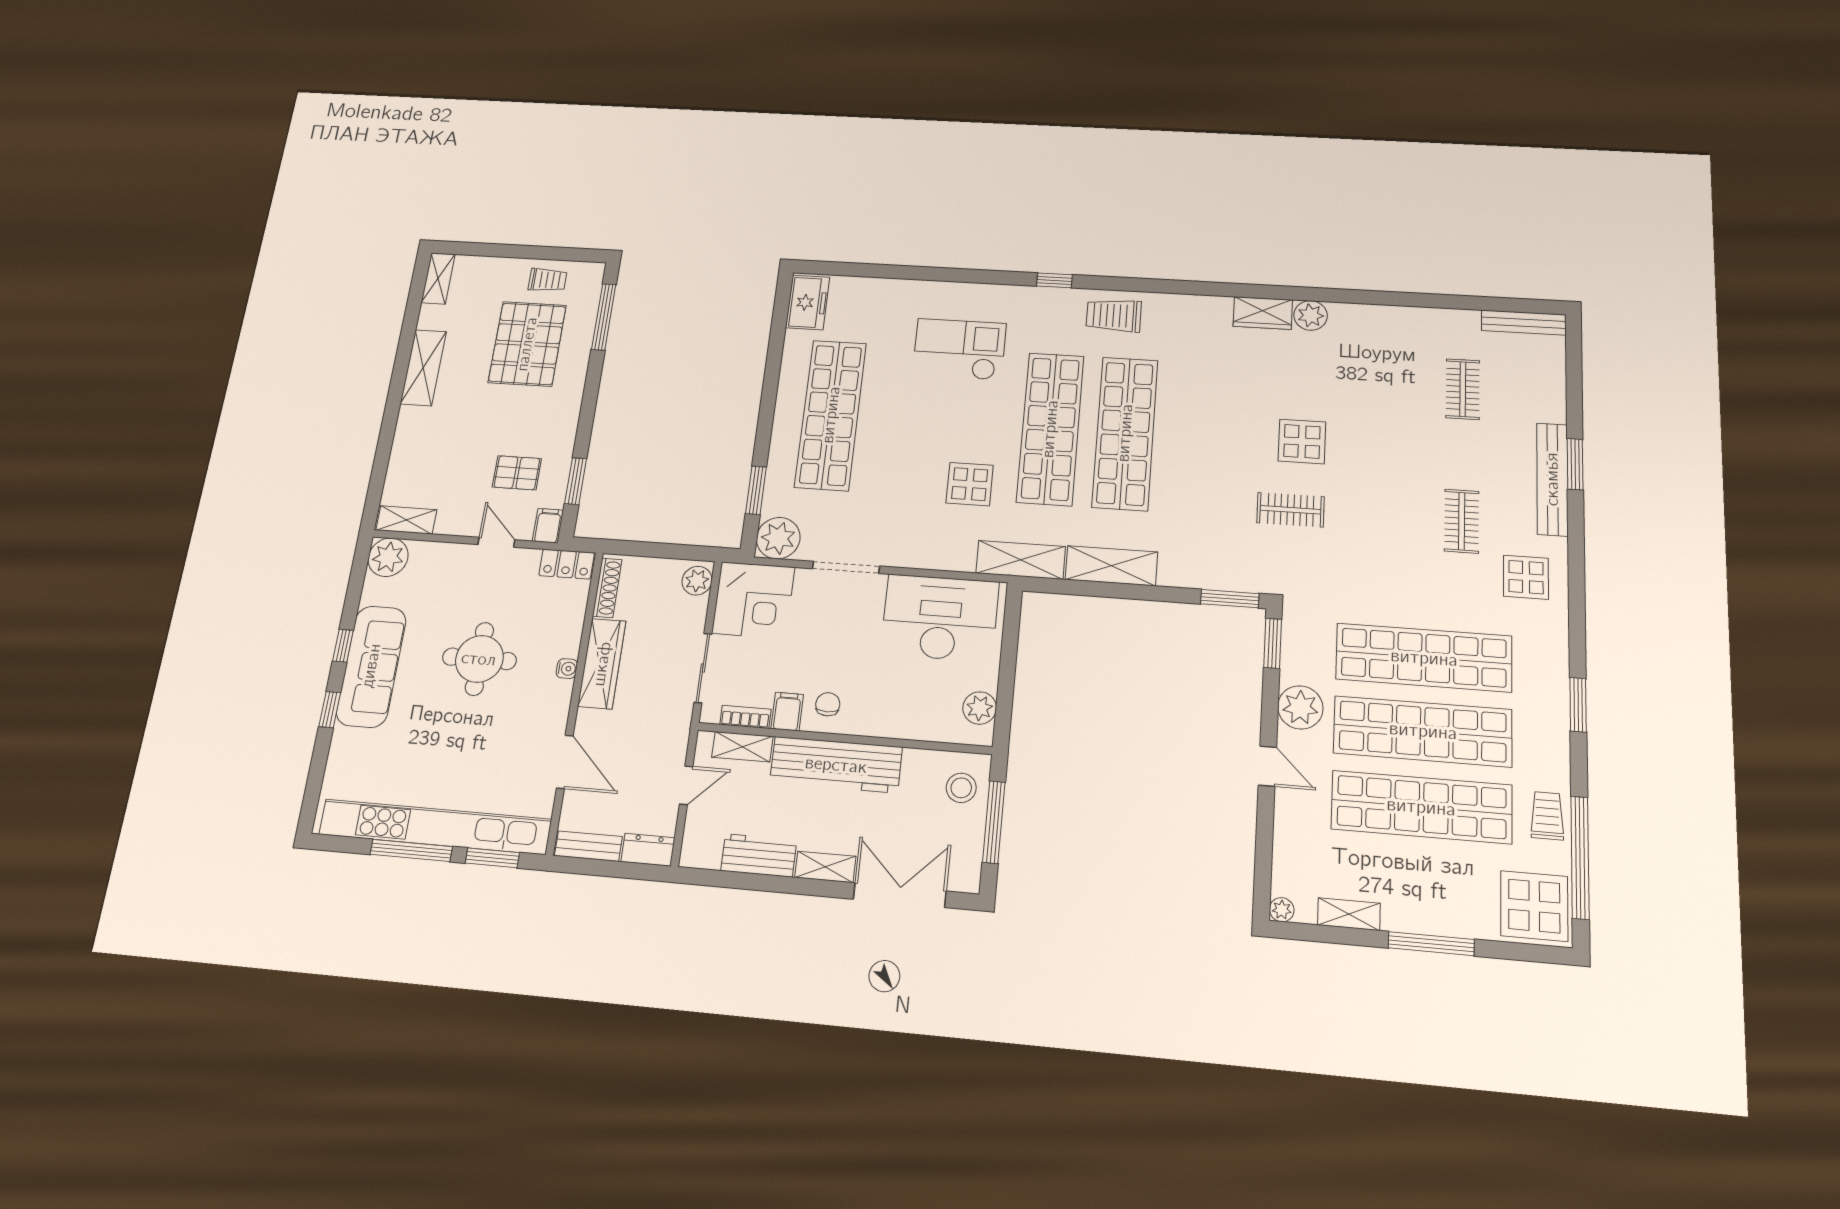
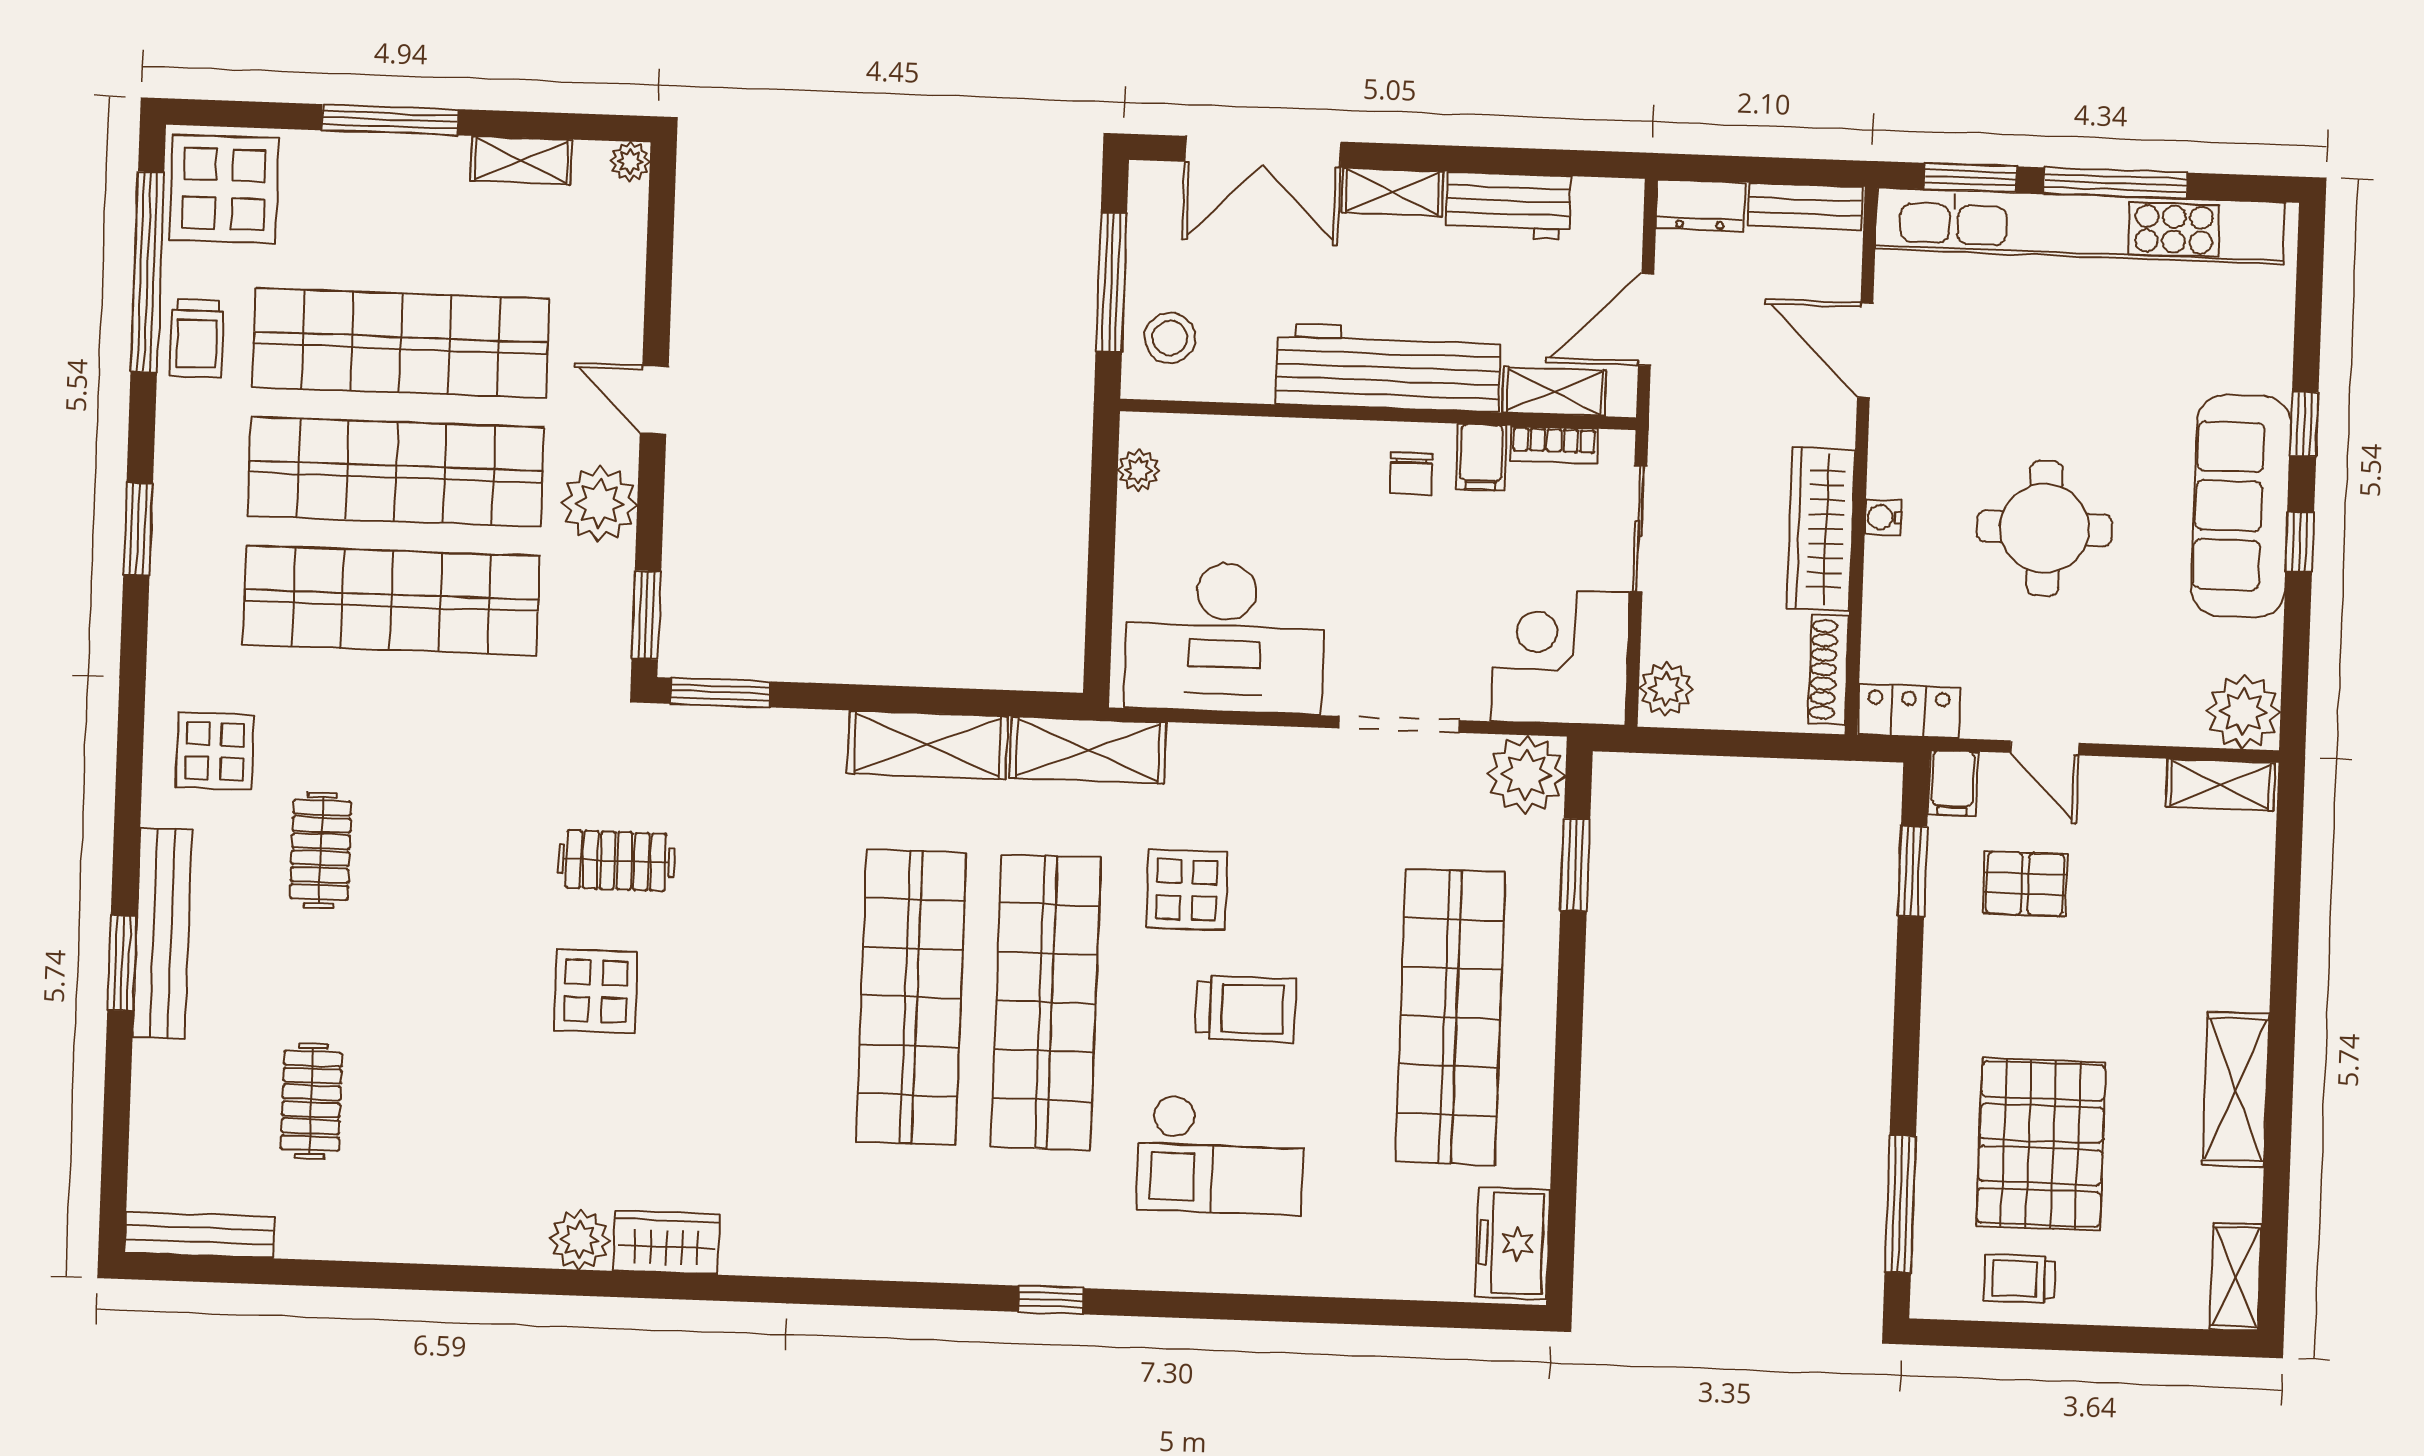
trolley: (1114, 315) -> (1246, 1009), moved
plant: (980, 708) -> (1139, 470), width x0.73, depth x0.73
door: (686, 785) -> (1646, 319), width x1.38

